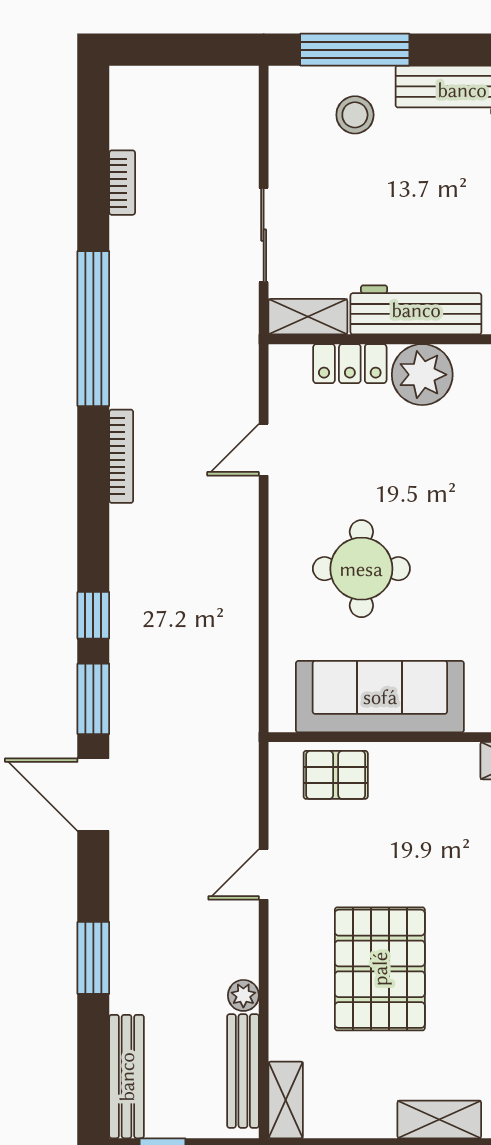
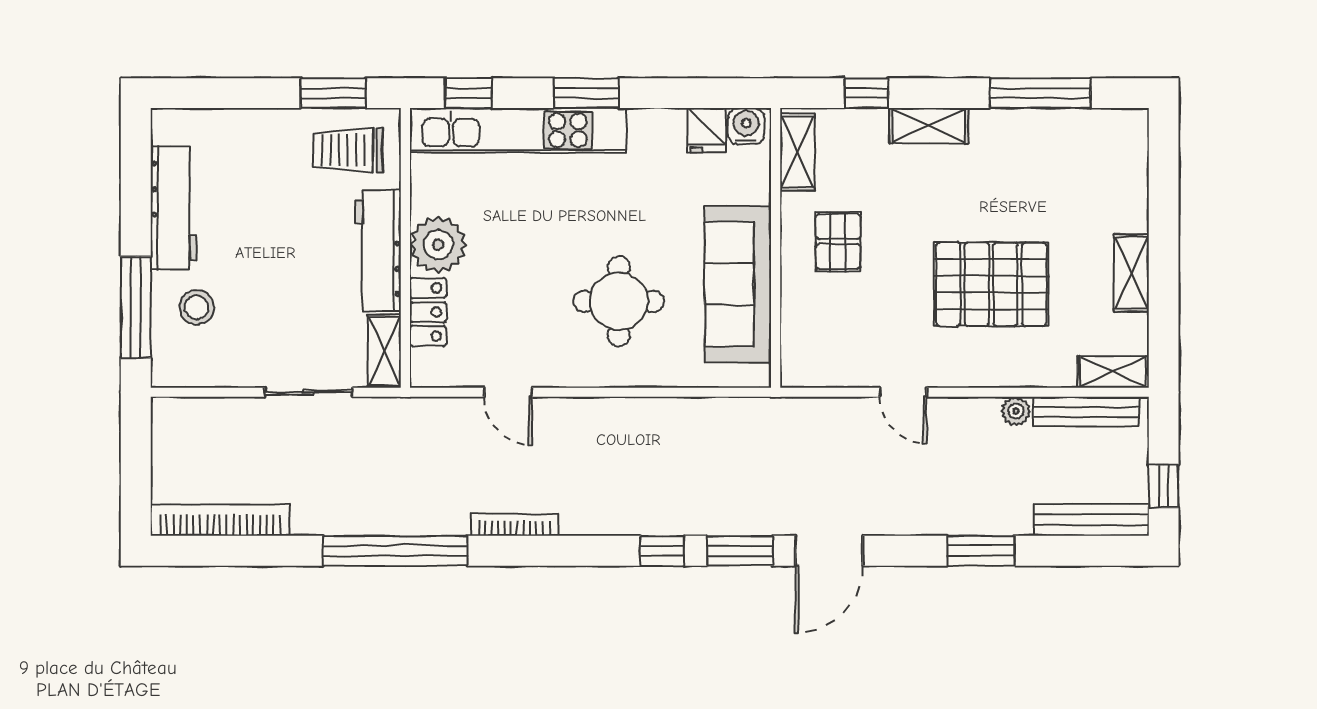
bookcase: (122, 183) -> (220, 520), width x2.31, depth x1.31
pallet: (336, 775) -> (838, 242), moved
shelving: (439, 1119) -> (1131, 273), moved

